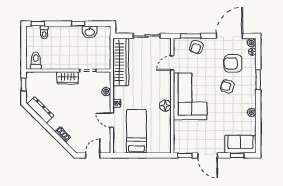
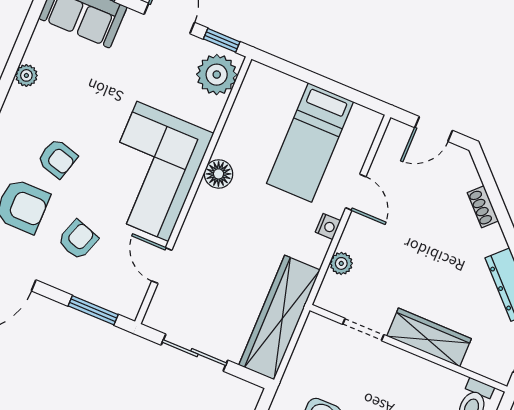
armchair: (196, 47) -> (78, 240), moved
door: (172, 63) -> (162, 266), swing flipped
wardrobe: (68, 78) -> (429, 337), width x1.50
plant: (181, 142) -> (217, 75), added

